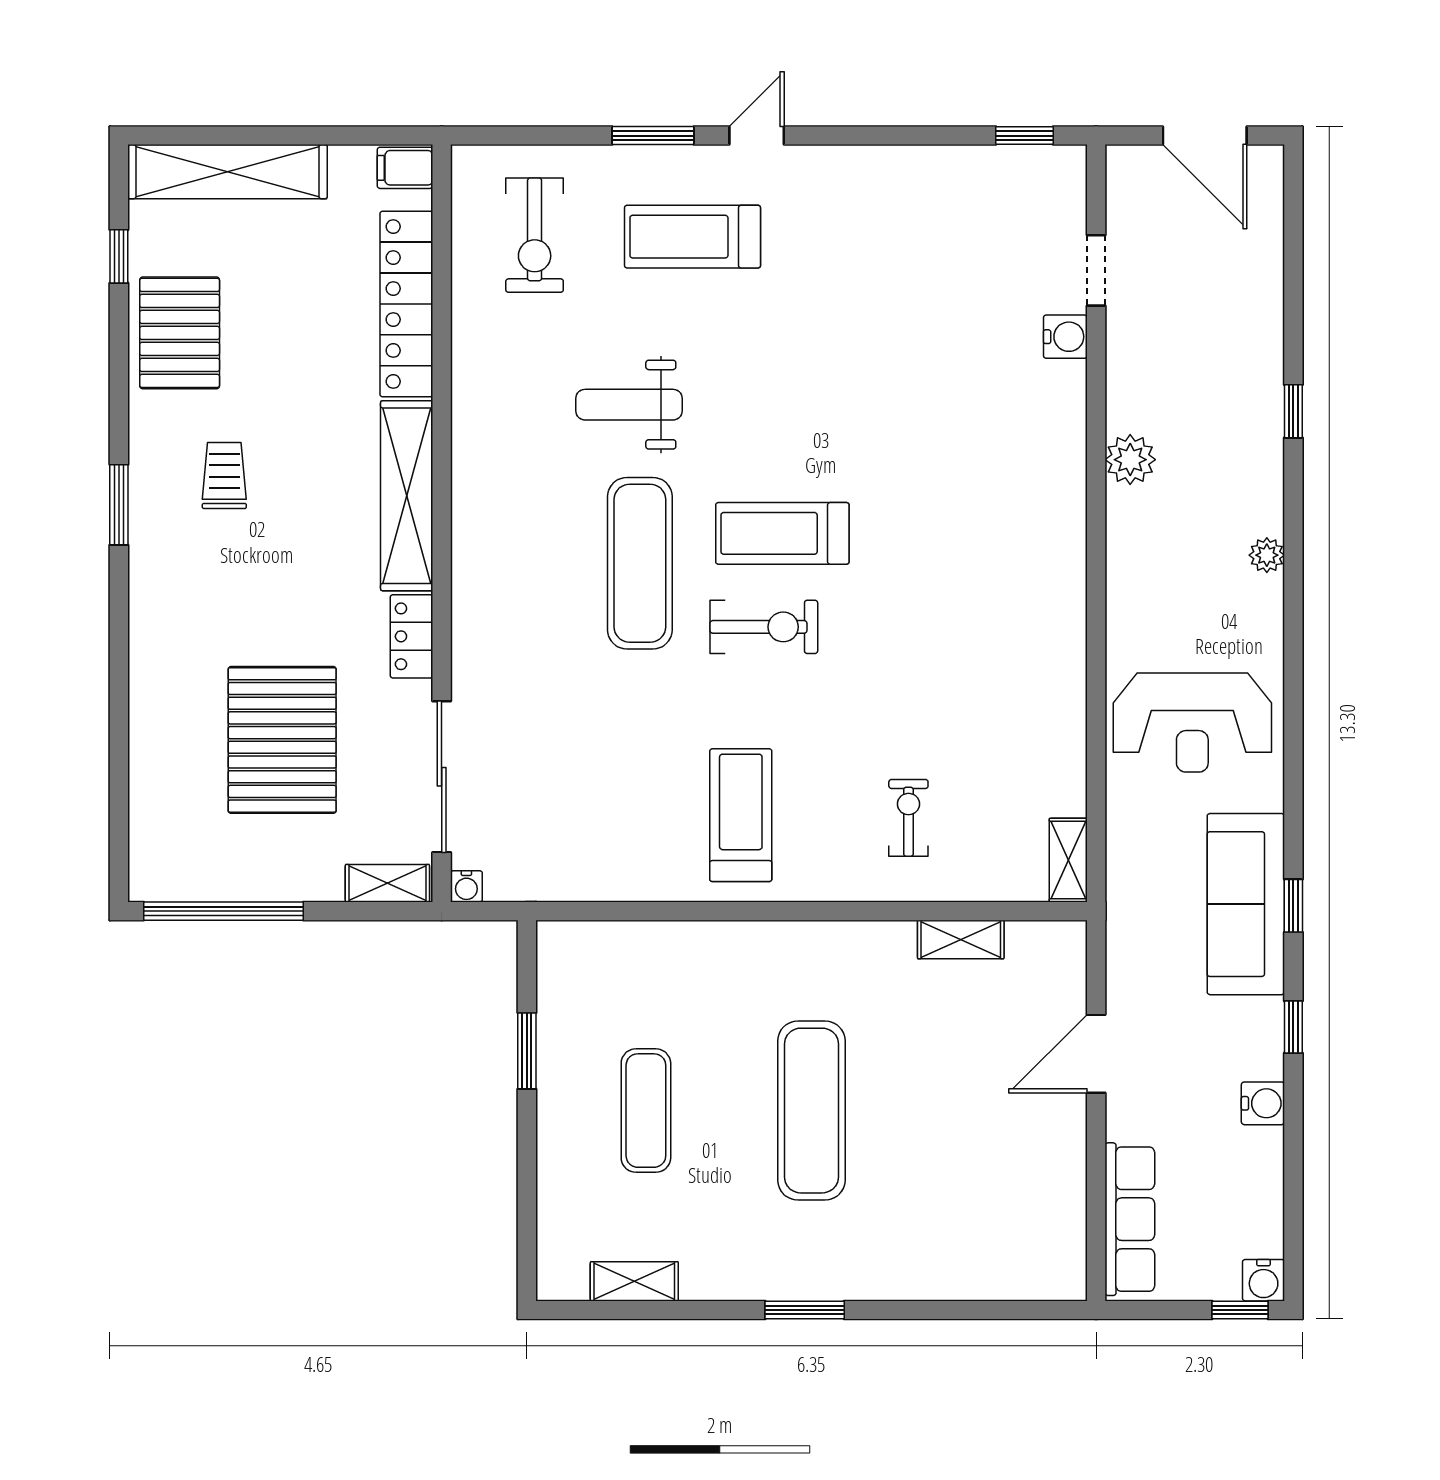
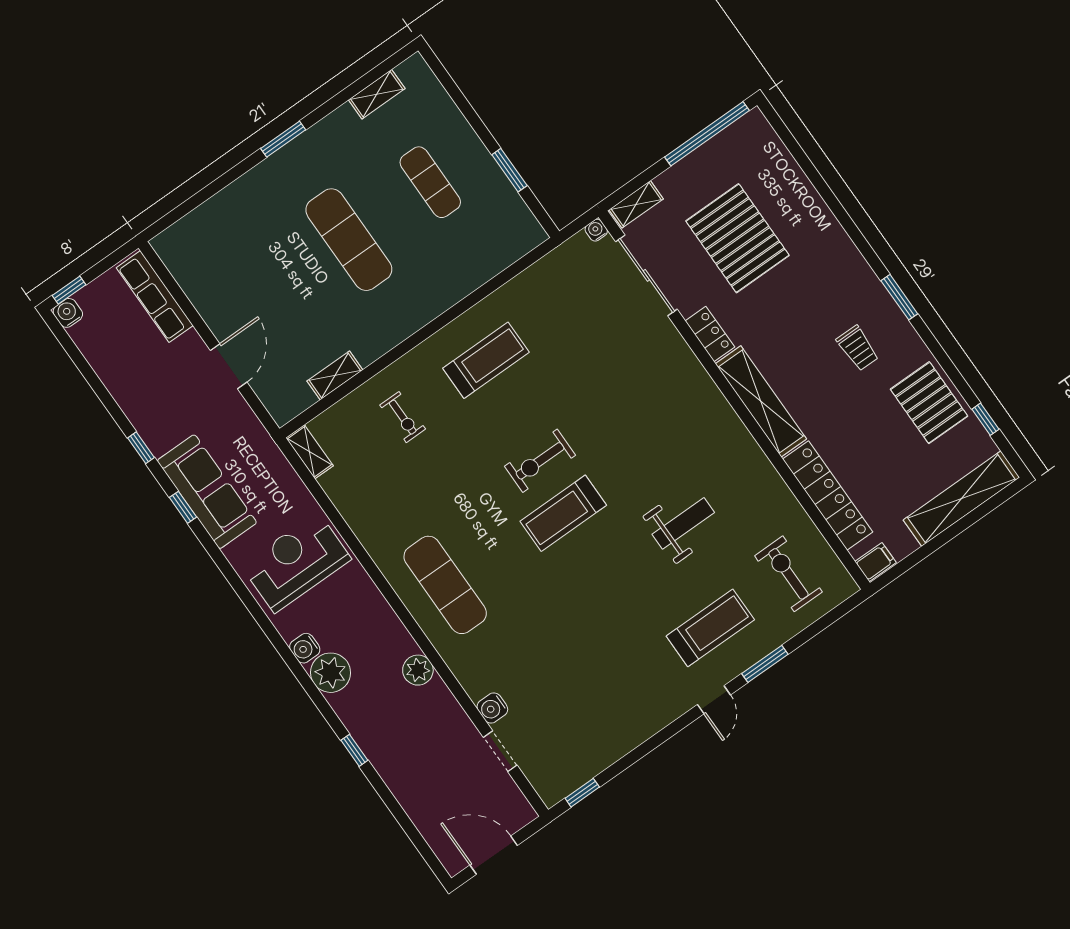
treadmill: (782, 533) -> (563, 513), turned 180
plant: (1267, 555) -> (331, 673), width x1.87, depth x1.87
exercise mat: (640, 563) -> (445, 585), moved
treadmill: (741, 815) -> (486, 360), turned -90
water cooler: (1263, 1103) -> (305, 648), moved

